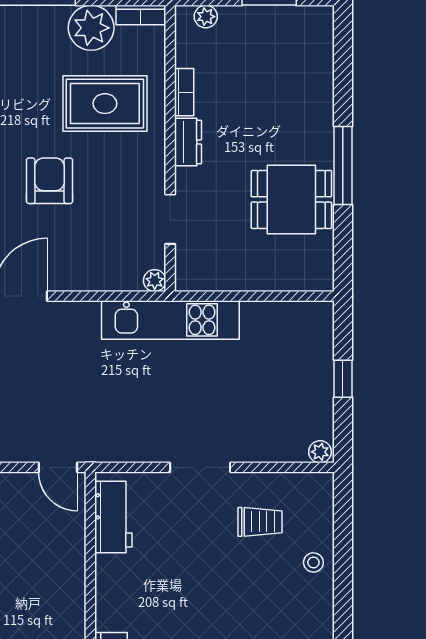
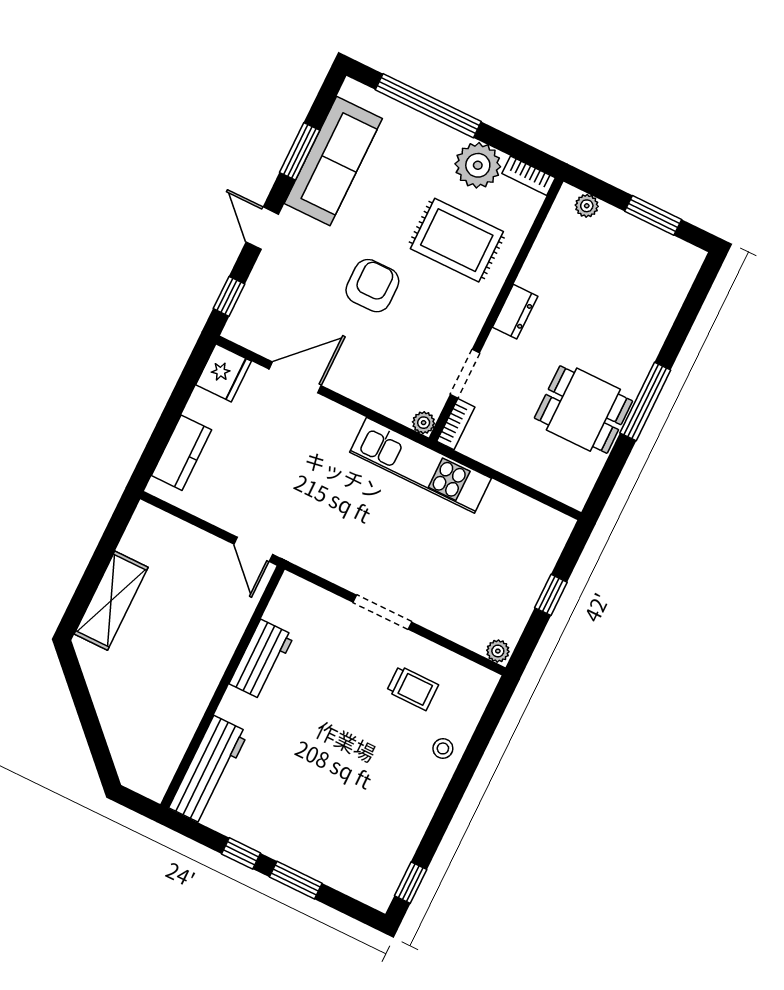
bookcase: (184, 92) -> (456, 424), moved
workbench: (113, 517) -> (262, 660), moved

